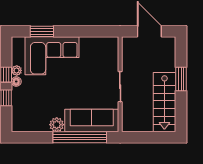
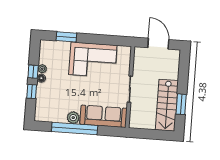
corner sofa: (52, 56) -> (93, 60), moved
window: (181, 79) -> (181, 104), moved
window: (80, 137) -> (75, 128), moved

